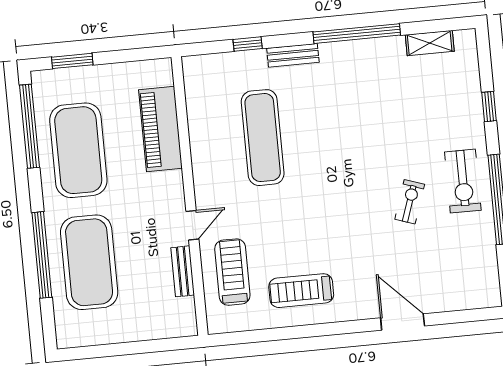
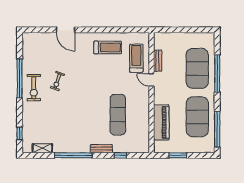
window: (72, 61) -> (178, 155), moved
window: (489, 107) -> (20, 133), moved
exercise bike: (463, 181) -> (34, 88), turned 180
door: (192, 225) -> (152, 80), hinge flipped
treadmill: (232, 272) -> (136, 58), turned 180

